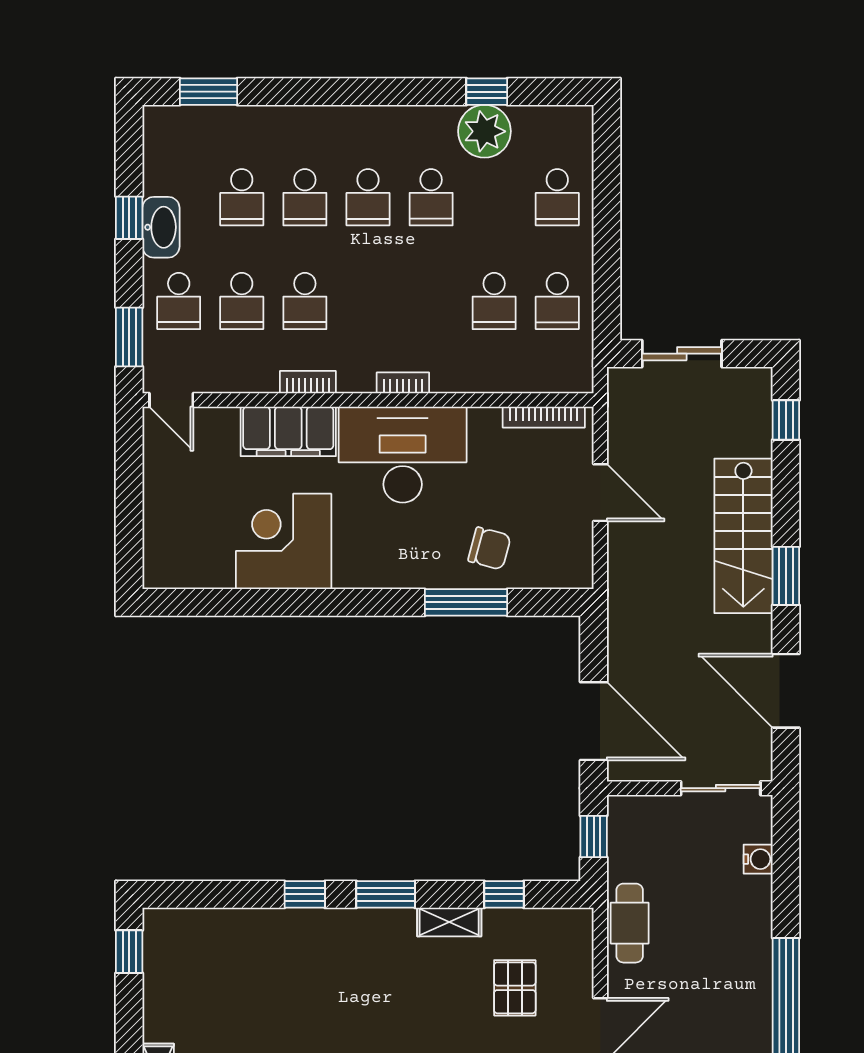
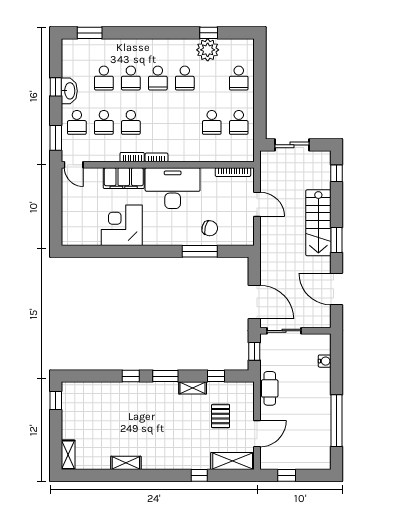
bookcase: (403, 383) -> (156, 157), moved
sliding door: (721, 788) -> (284, 331), moved

